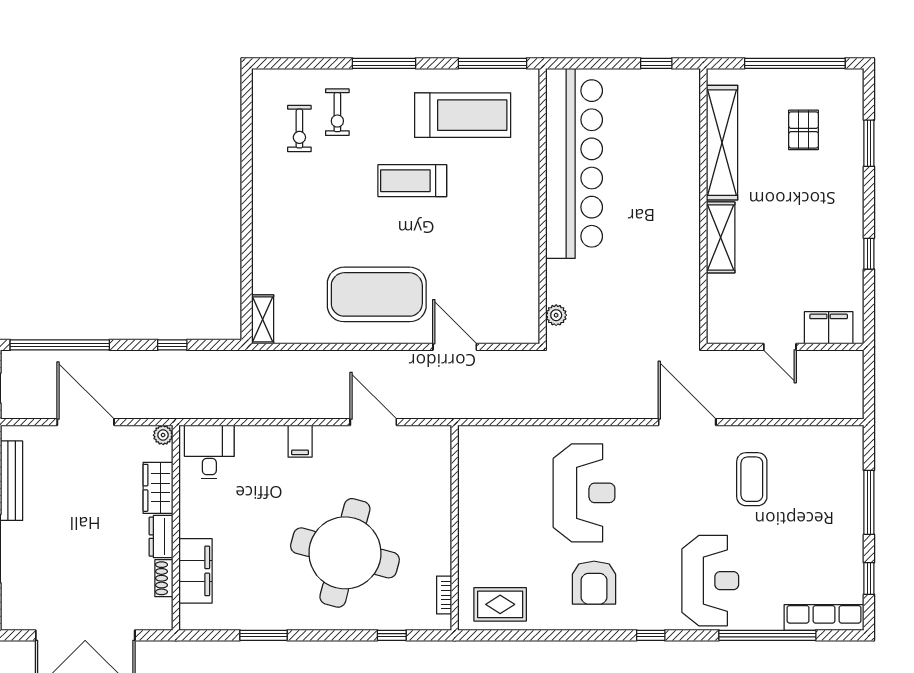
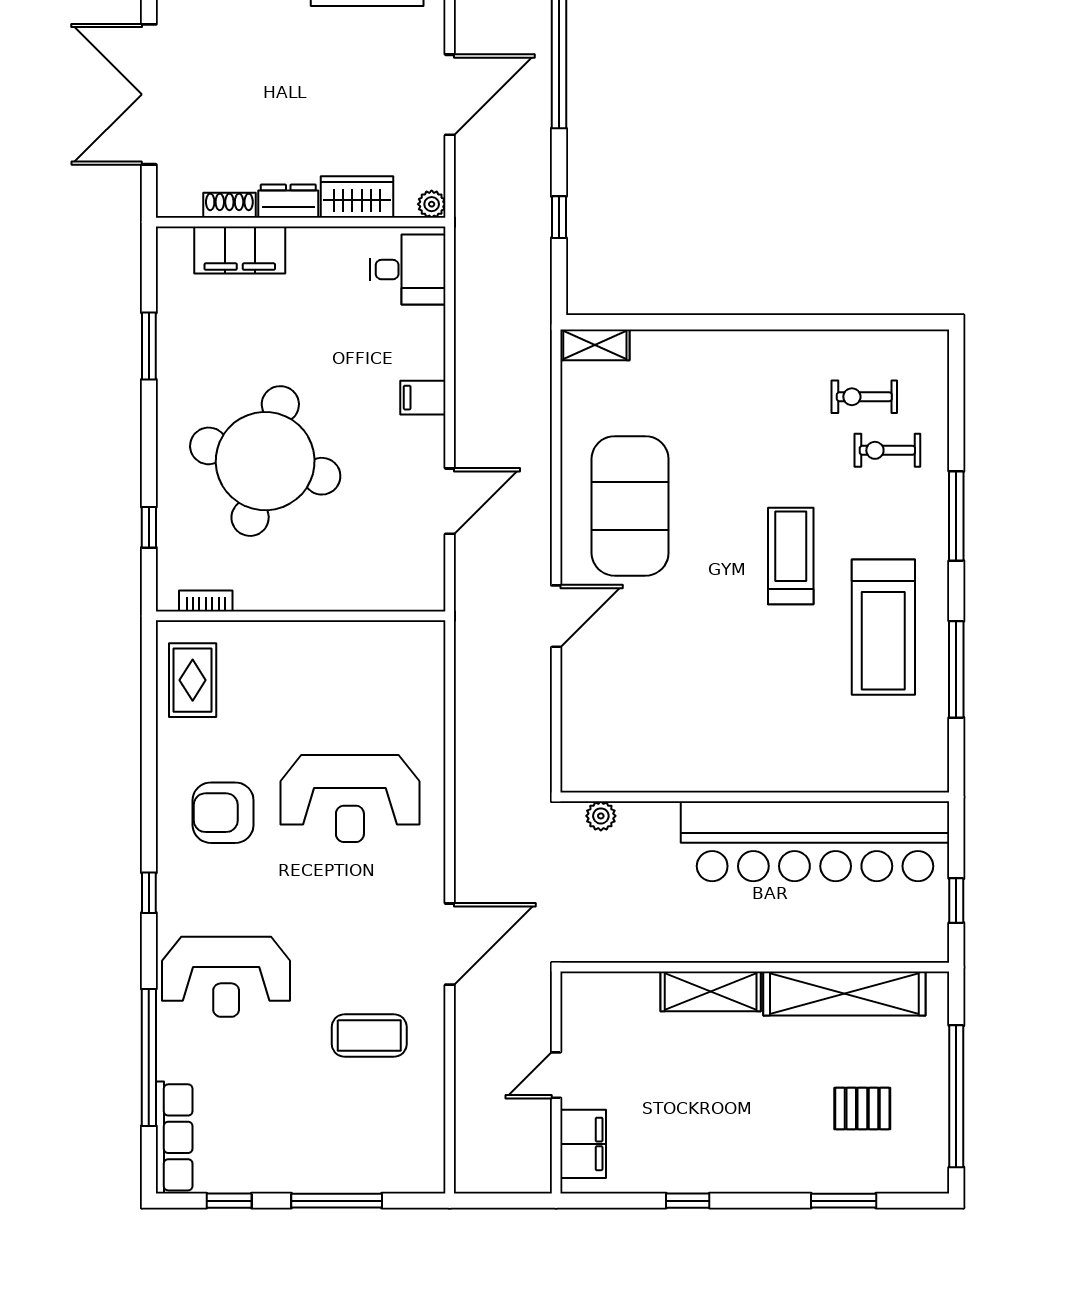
bar counter: (574, 163) -> (815, 841), moved
wall: (543, 206) -> (755, 797), moved
plant: (556, 315) -> (601, 816), moved

